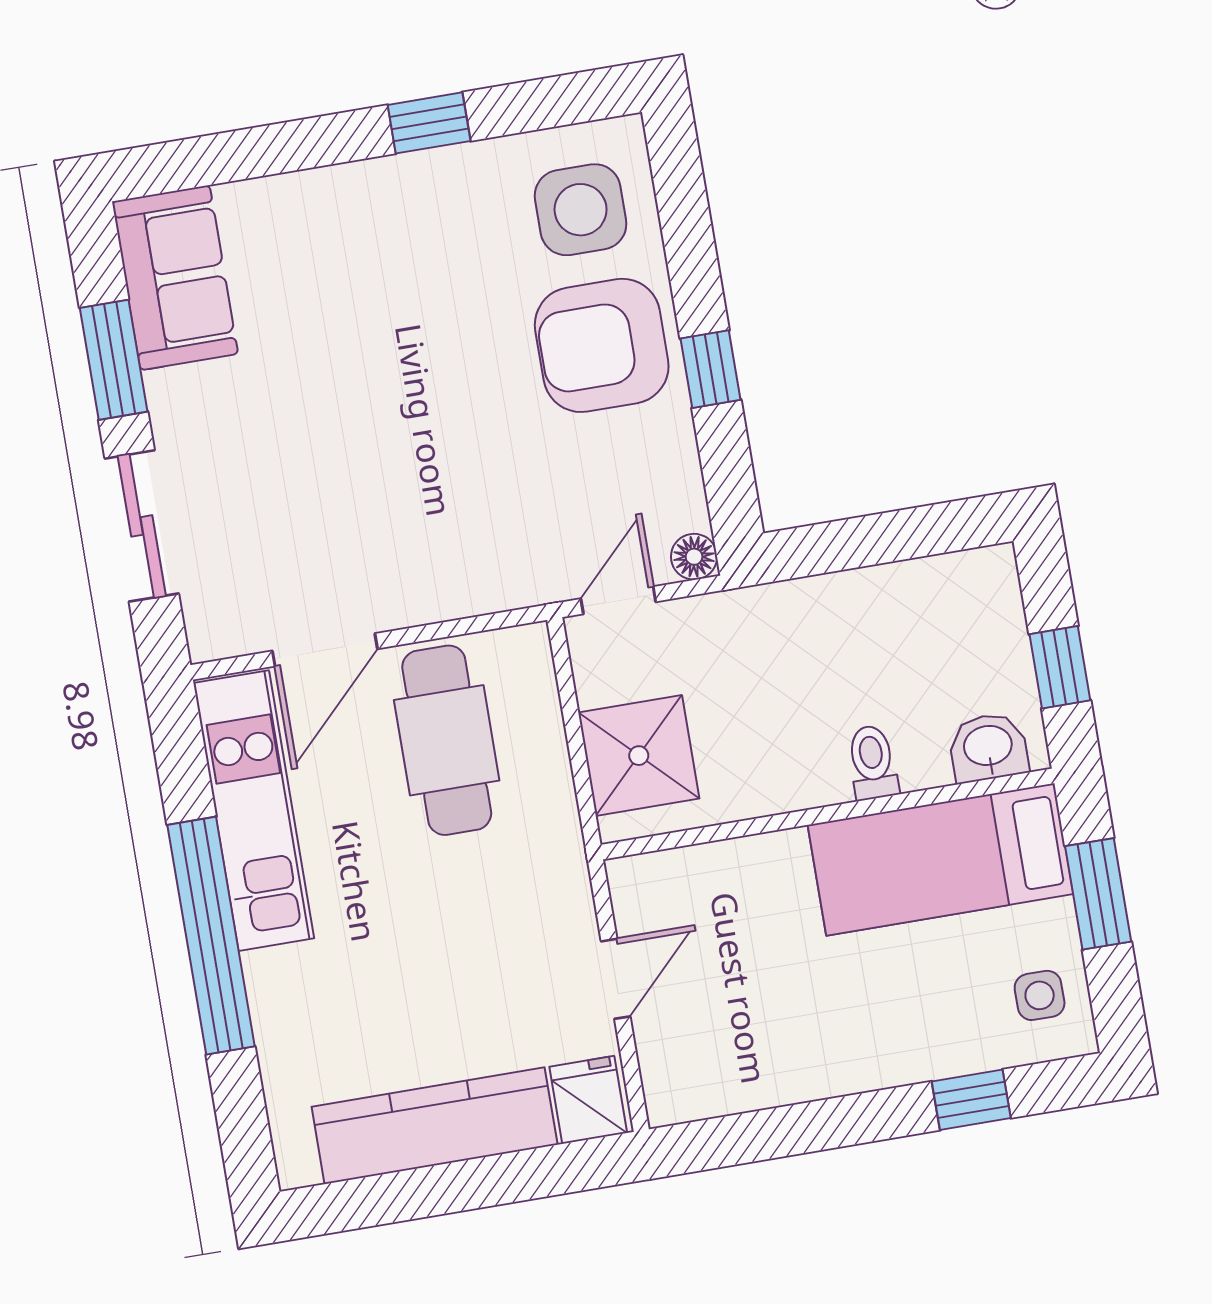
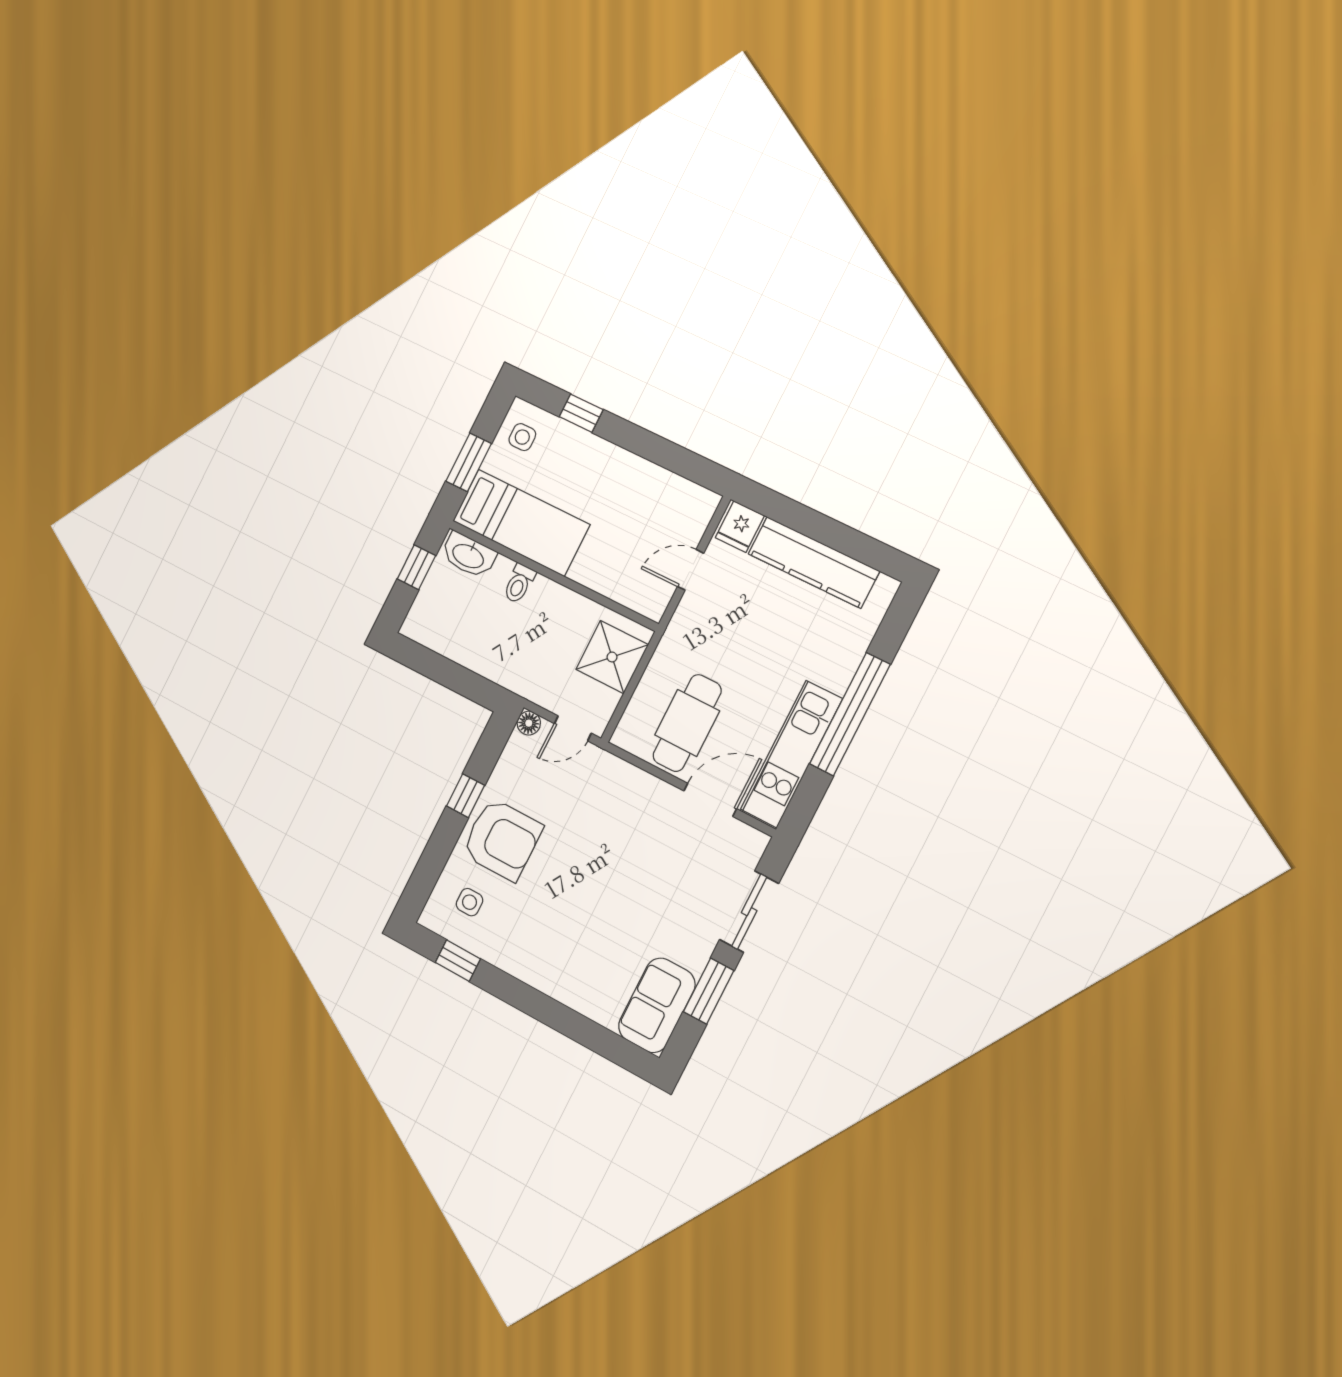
window: (429, 123) -> (458, 961), moved
side table: (581, 210) -> (469, 902), width x0.54, depth x0.54
washbasin: (988, 747) -> (468, 555), width x1.38

